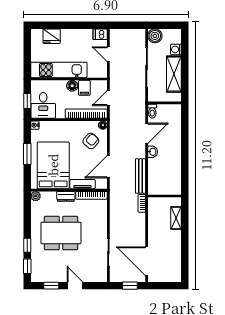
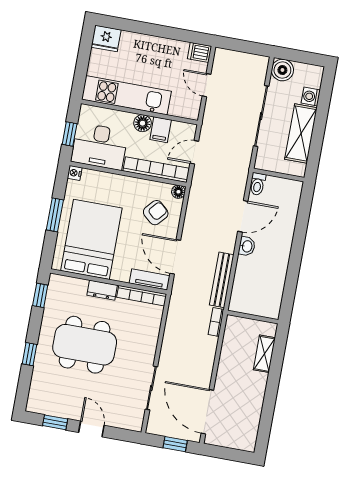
fridge: (52, 36) -> (106, 38), moved
desk: (43, 105) -> (100, 146), width x1.37
door: (108, 167) -> (175, 257), hinge flipped
tv unit: (82, 184) -> (150, 279), moved
plant: (36, 196) -> (56, 281), removed
window: (27, 266) -> (40, 295), moved

